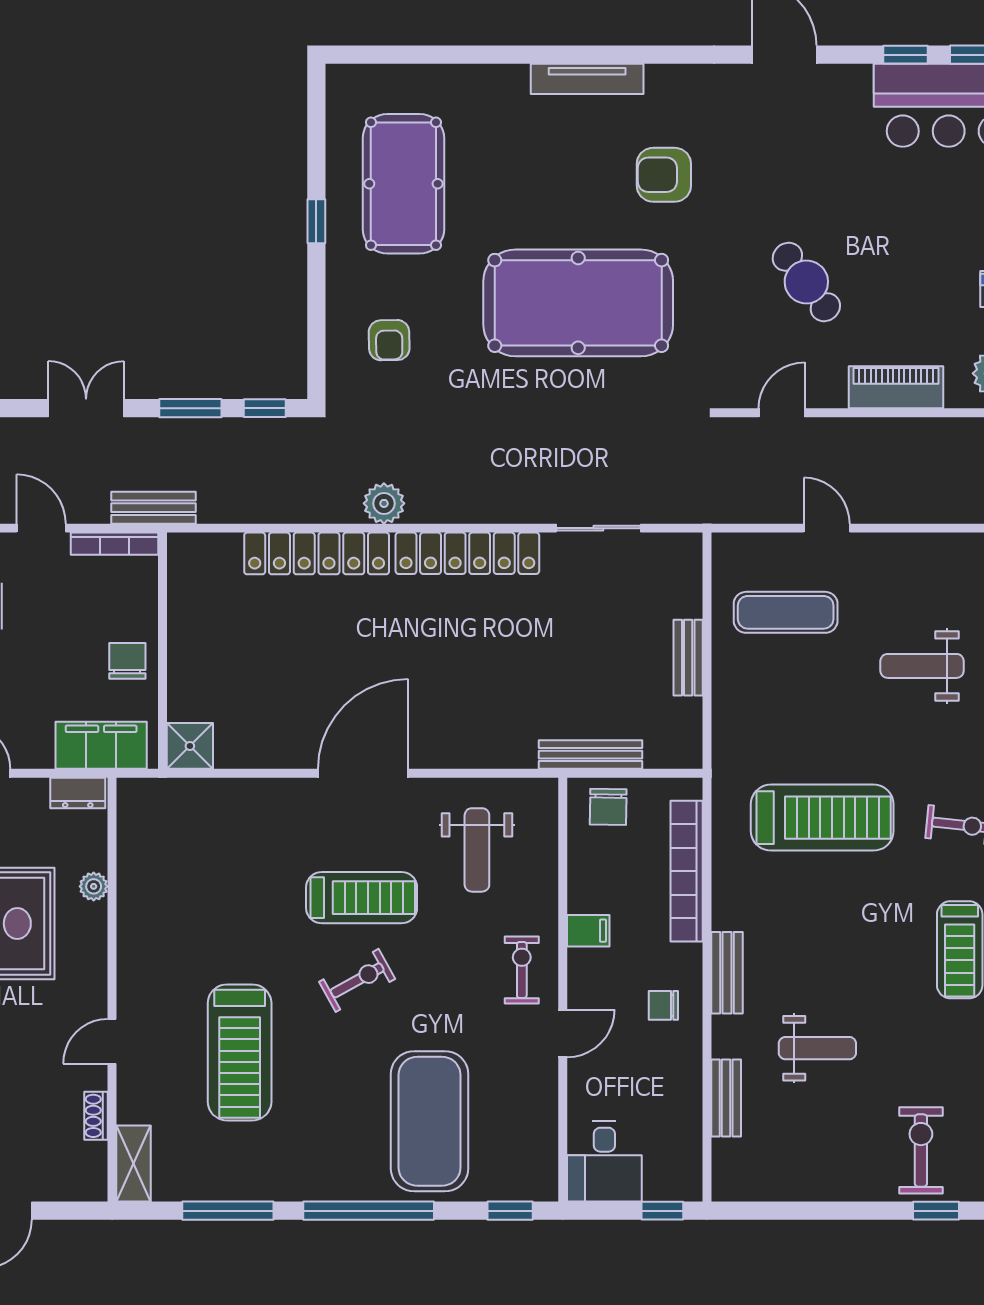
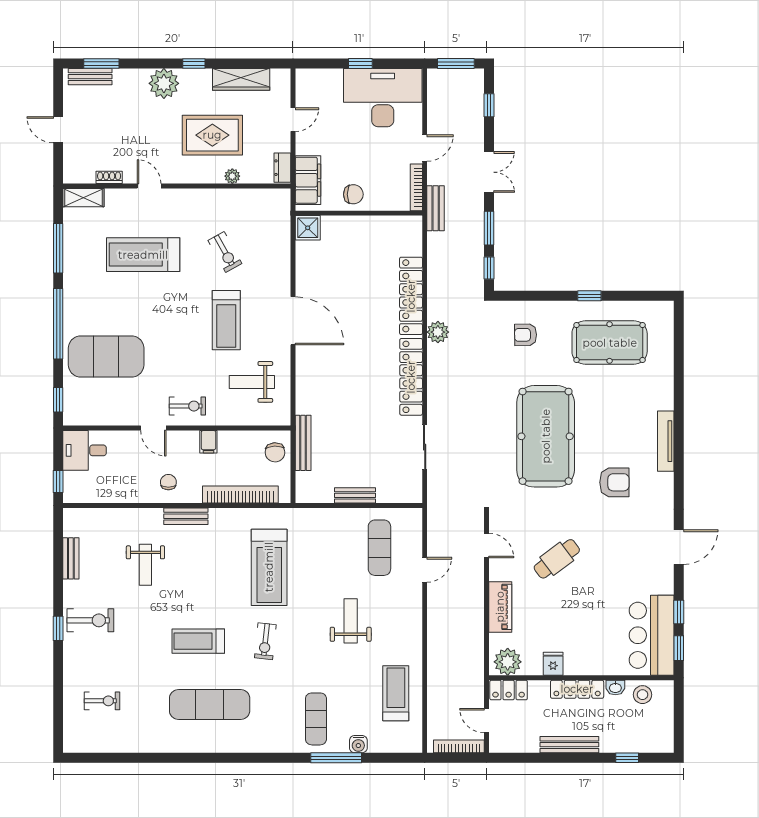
armchair: (664, 175) -> (614, 482), turned 90
chair: (608, 807) -> (275, 452), turned -94
exercise bike: (357, 980) -> (225, 252), moved
bench: (726, 1098) -> (71, 558), moved, turned 90

